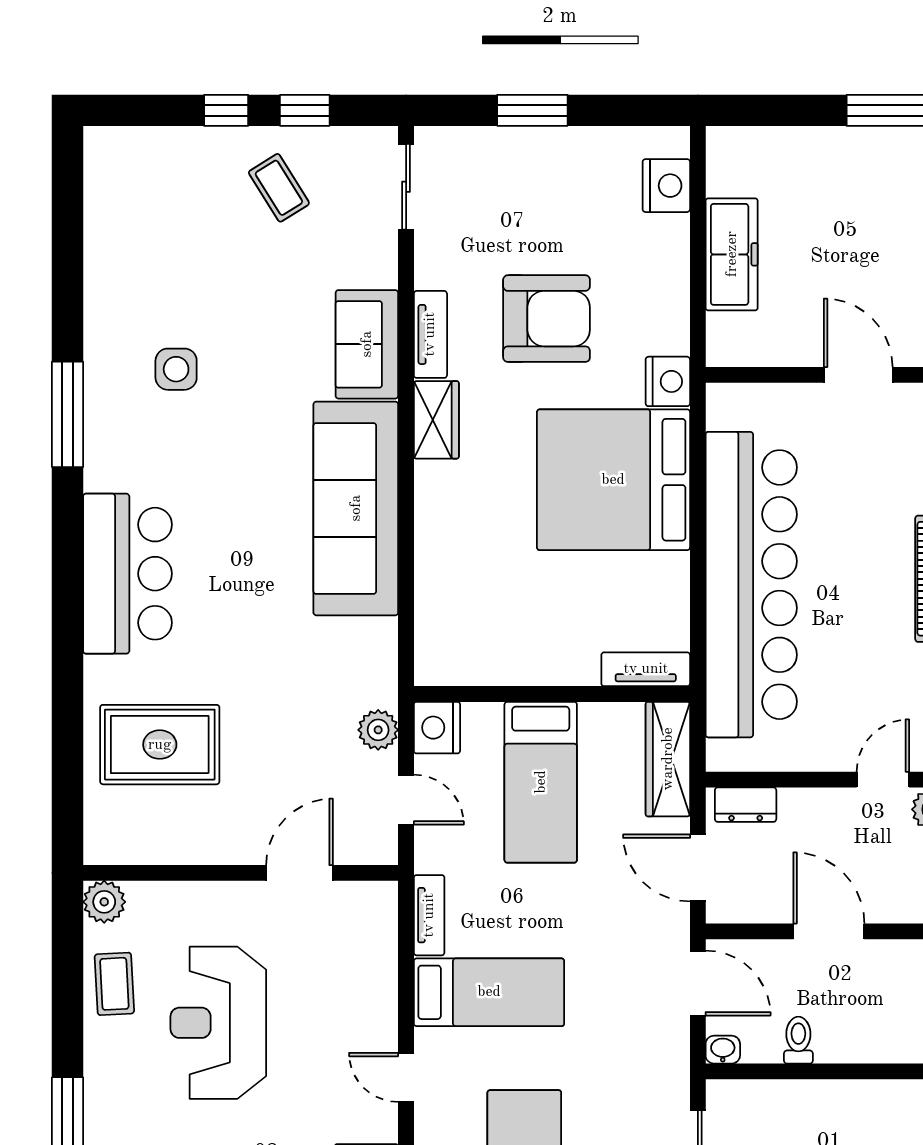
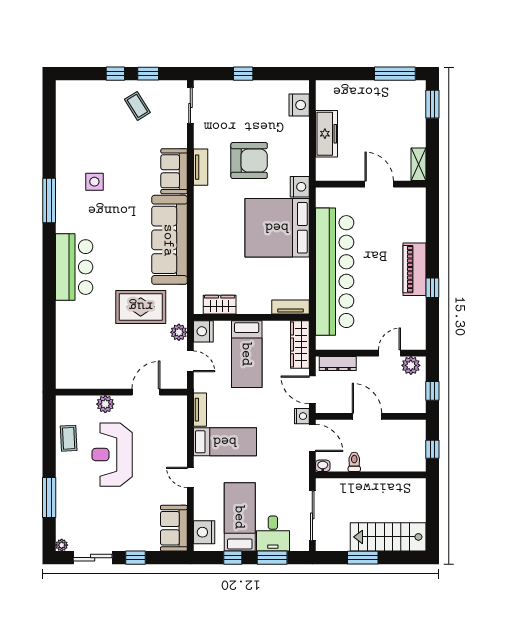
window: (532, 110) -> (243, 74), width x0.67
wardrobe: (436, 420) -> (220, 305), moved, turned -90
rug: (160, 745) -> (141, 307), moved
dresser: (746, 805) -> (338, 363), width x1.44
plant: (104, 902) -> (105, 404), moved
nightstand: (673, 931) -> (302, 416), added

